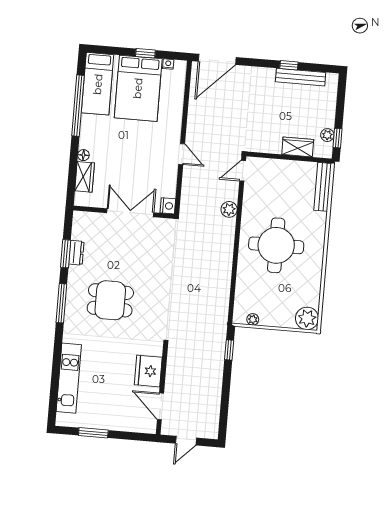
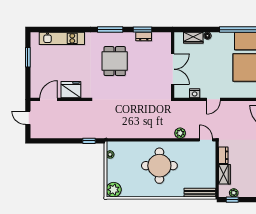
dresser: (268, 146) -> (223, 155), added
nightstand: (168, 206) -> (195, 93), moved

